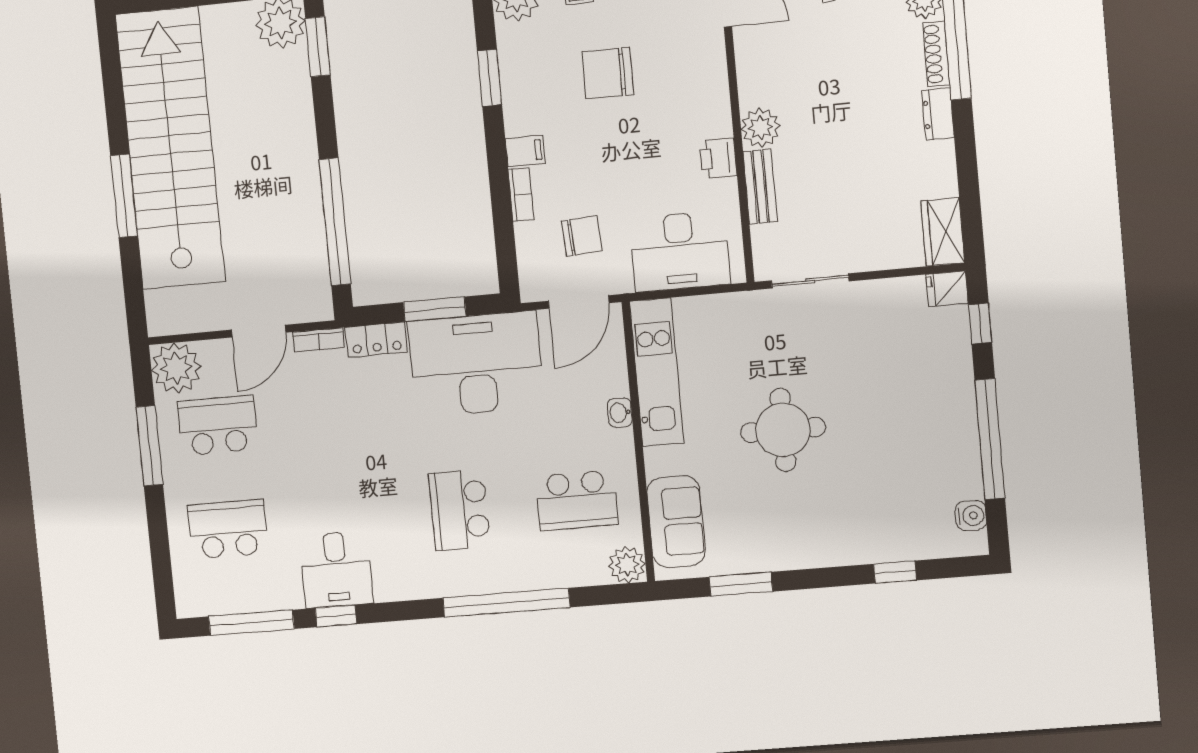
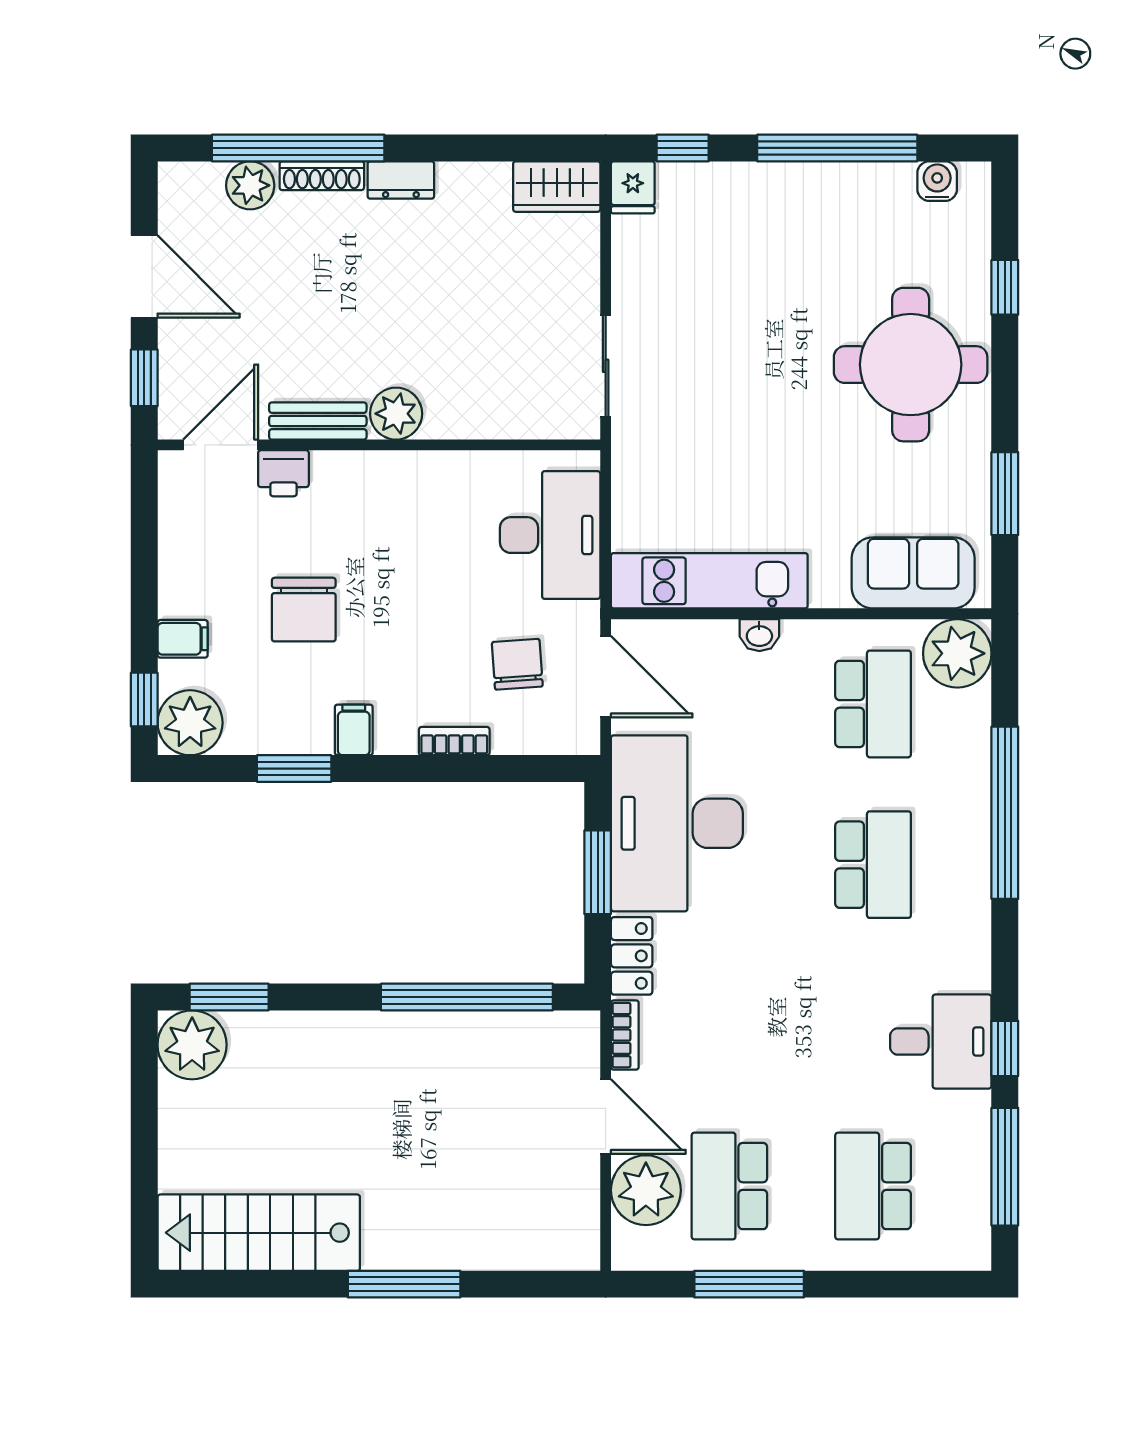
stairs: (170, 148) -> (259, 1233), width x0.54, depth x0.66
filing cabinet: (525, 151) -> (354, 730), moved
printer: (718, 158) -> (283, 473), moved
bench: (760, 187) -> (318, 421), moved
plant: (176, 368) -> (646, 1190), moved
round table: (783, 430) -> (911, 365), moved, width x1.36, depth x1.36
school desk: (459, 510) -> (873, 865), turned -90
plant: (627, 565) -> (957, 653), width x1.36, depth x1.36

